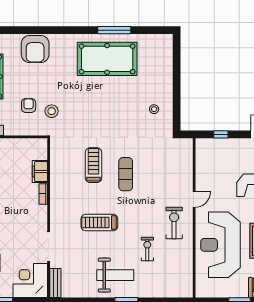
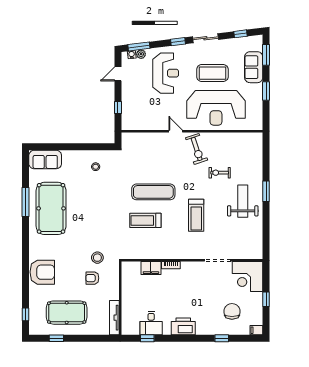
sofa: (162, 52) -> (45, 160), added
exercise mat: (126, 174) -> (153, 192), width x1.36, depth x1.45
exercise bike: (174, 223) -> (197, 149), turned -108
bench: (55, 283) -> (250, 254), removed

